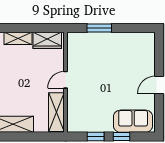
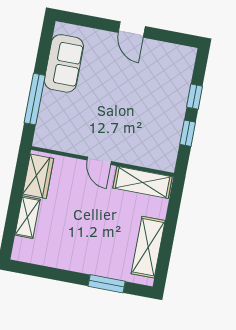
window: (99, 28) -> (35, 99), width x1.44
sofa: (133, 121) -> (64, 63), moved, turned 180

